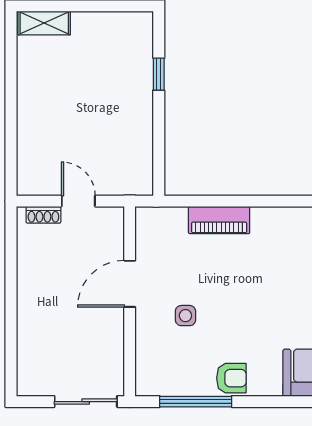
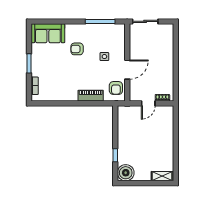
boiler: (133, 31) -> (126, 173), added
door: (78, 201) -> (148, 103), hinge flipped
armchair: (157, 239) -> (116, 88), added
armchair: (231, 378) -> (77, 49), moved

